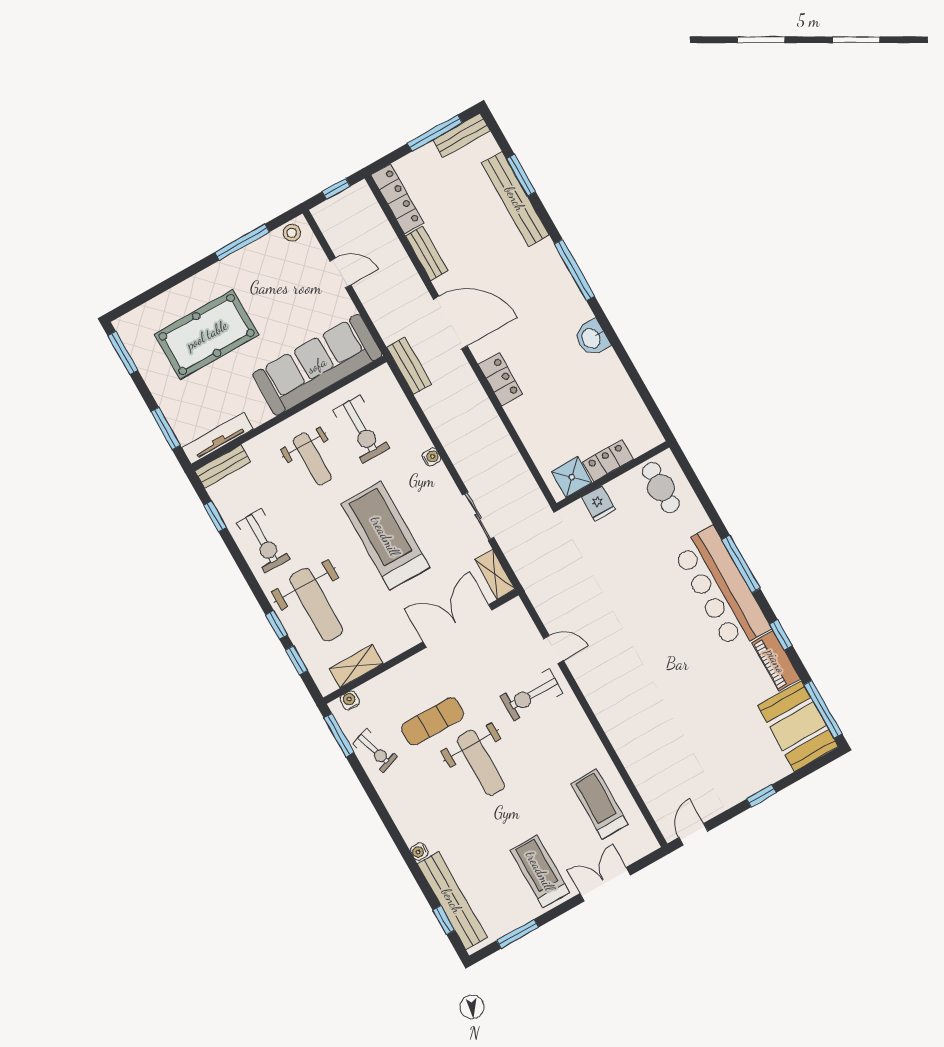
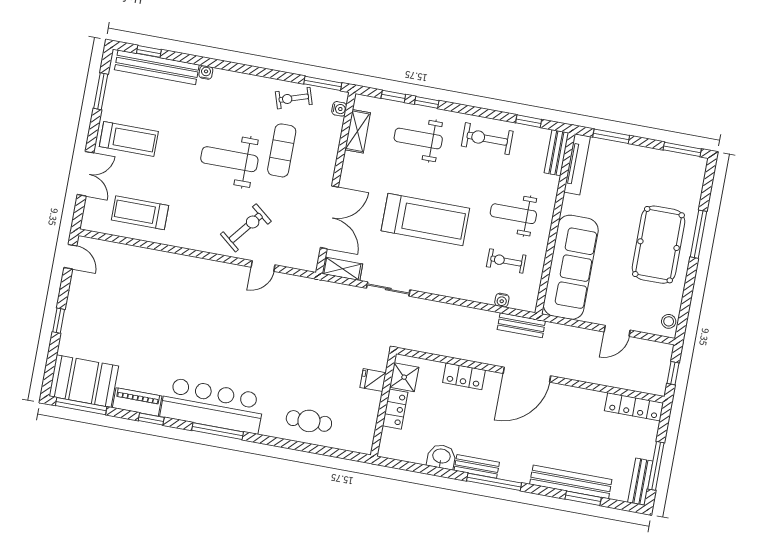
window: (242, 242) -> (698, 234), moved
bench: (427, 253) -> (477, 466), moved
pool table: (207, 335) -> (658, 245), moved
exercise bike: (361, 429) -> (506, 261), width x0.73, depth x0.72
water cooler: (431, 457) -> (502, 300), moved
locker: (608, 461) -> (395, 409), moved
wall: (613, 475) -> (383, 404), moved
shower: (572, 477) -> (404, 377), moved
fridge: (598, 503) -> (373, 380), moved
weight bench: (316, 605) -> (418, 138), width x0.73, depth x0.75
exercise bike: (531, 695) -> (246, 228), turned 39
treadmill: (599, 804) -> (140, 213), turned 180

